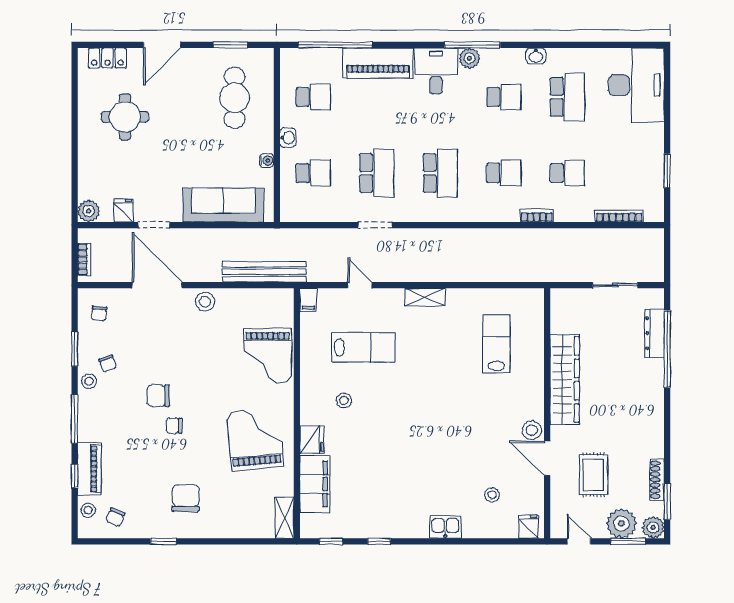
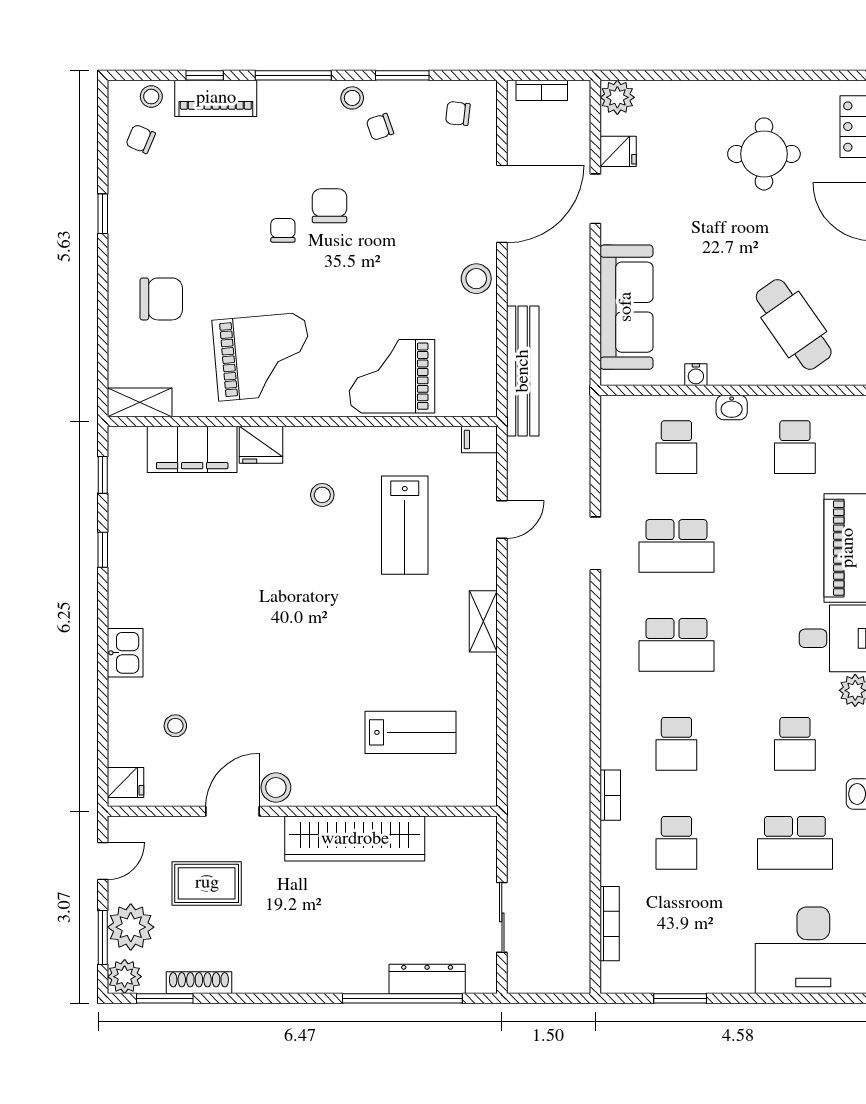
cafe table: (235, 98) -> (794, 325), turned 55
chair: (186, 498) -> (161, 299), moved

